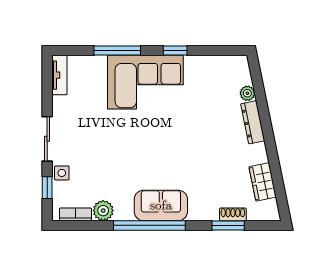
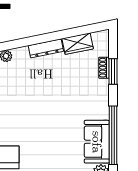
dresser: (253, 122) -> (46, 48), moved
sofa: (161, 205) -> (97, 142), moved

